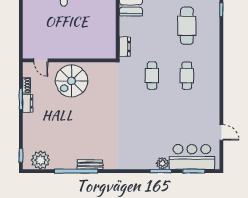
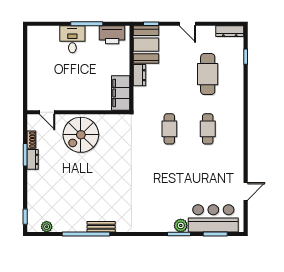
filing cabinet: (108, 43) -> (121, 93), added
dresser: (125, 47) -> (139, 75), moved
door: (221, 132) -> (246, 191), hinge flipped
plant: (40, 160) -> (47, 227), width x0.53, depth x0.53

